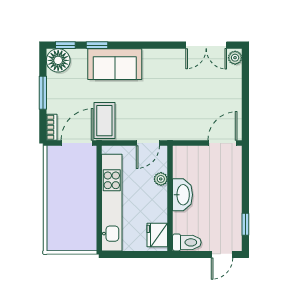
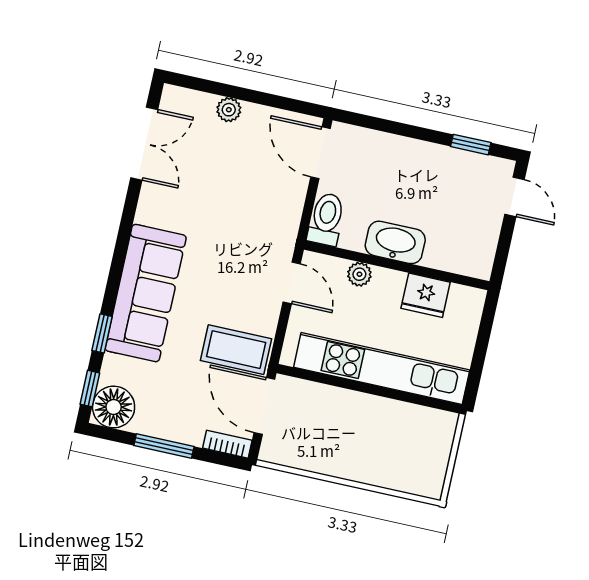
plant: (235, 58) -> (229, 110), moved
sofa: (115, 64) -> (146, 293), width x1.36
fridge: (157, 235) -> (426, 295), moved
toilet: (187, 242) -> (326, 219), moved

